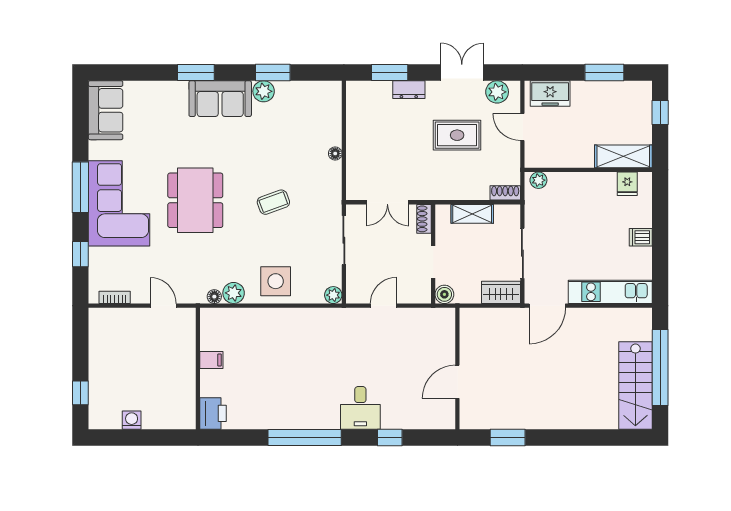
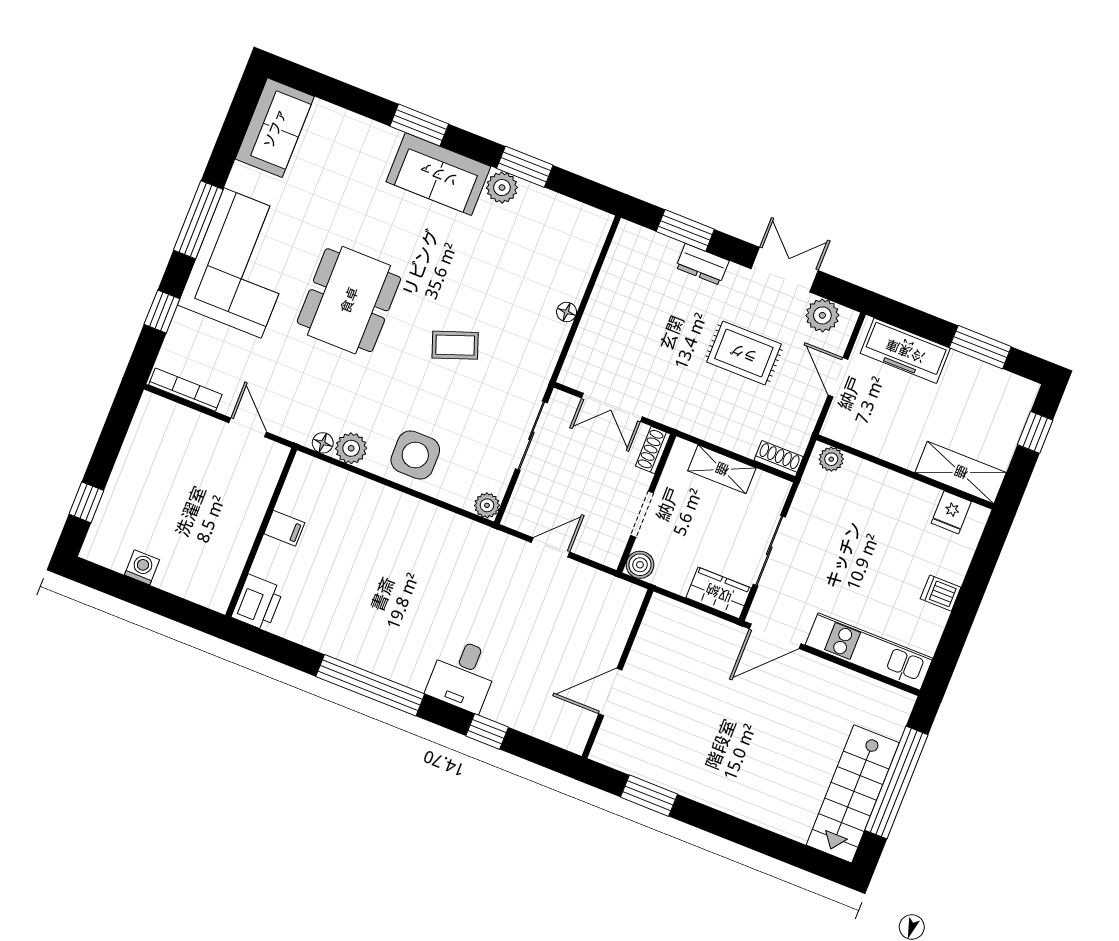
freezer: (550, 94) -> (905, 351), width x1.40
bookcase: (115, 297) -> (185, 390), width x1.56

